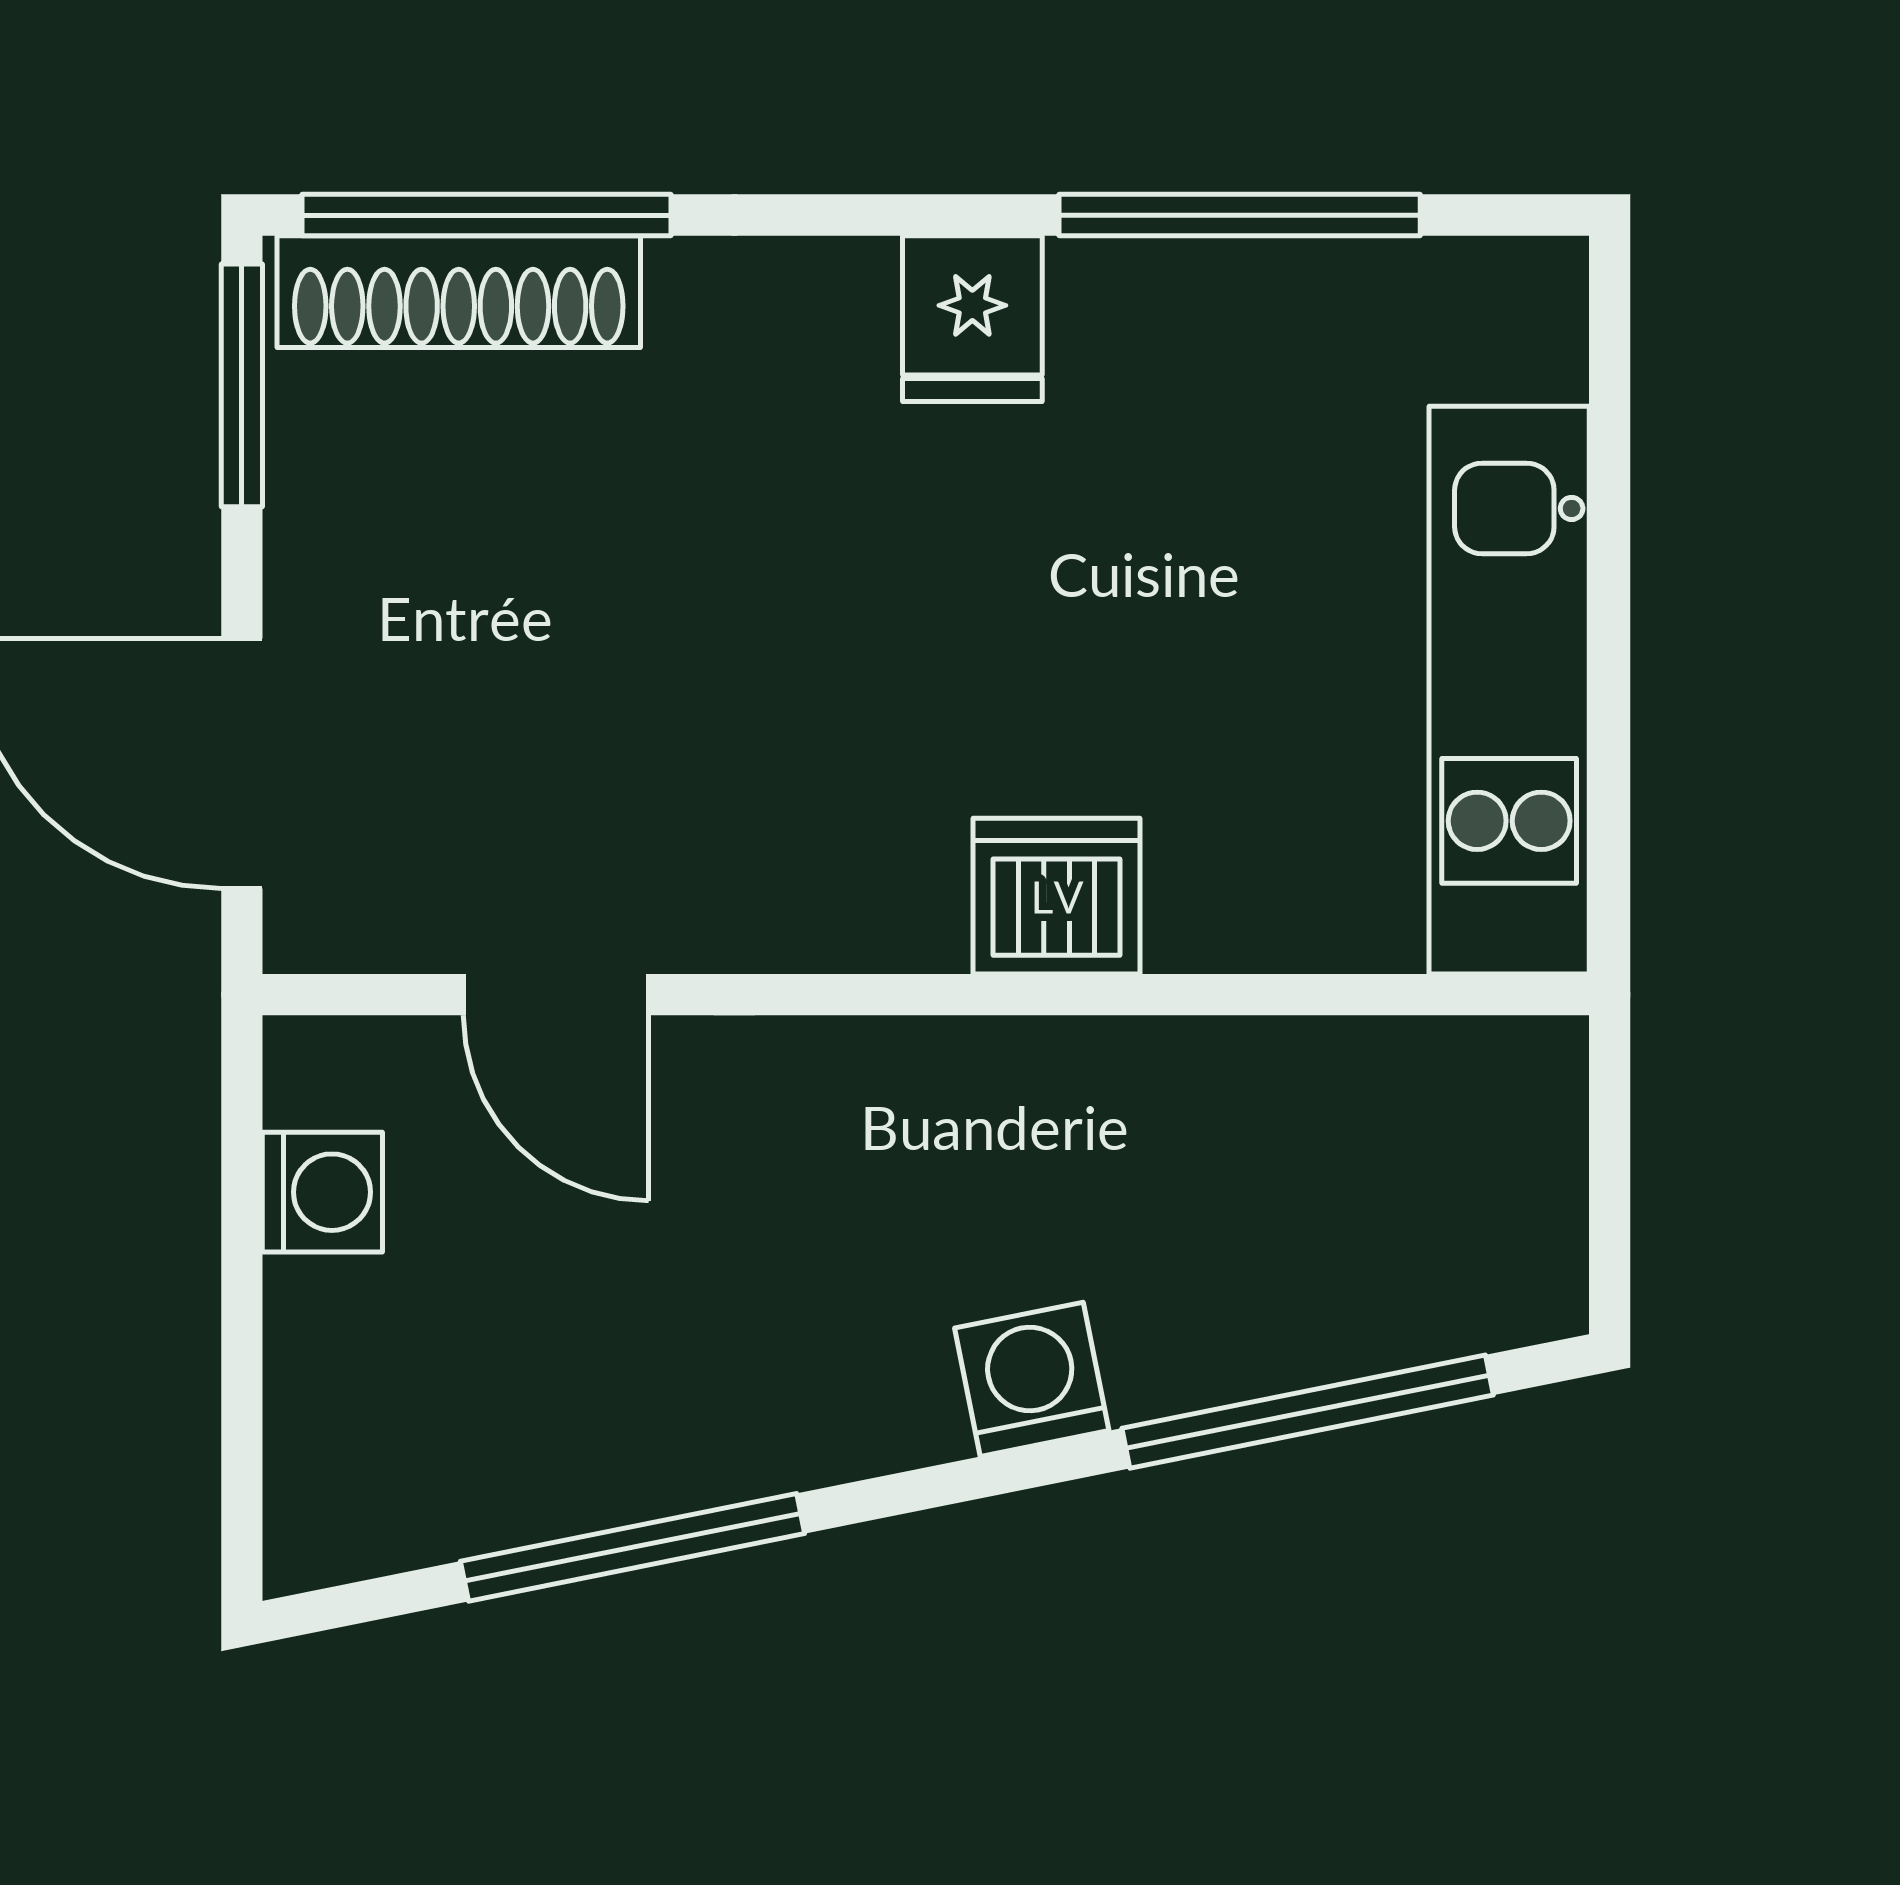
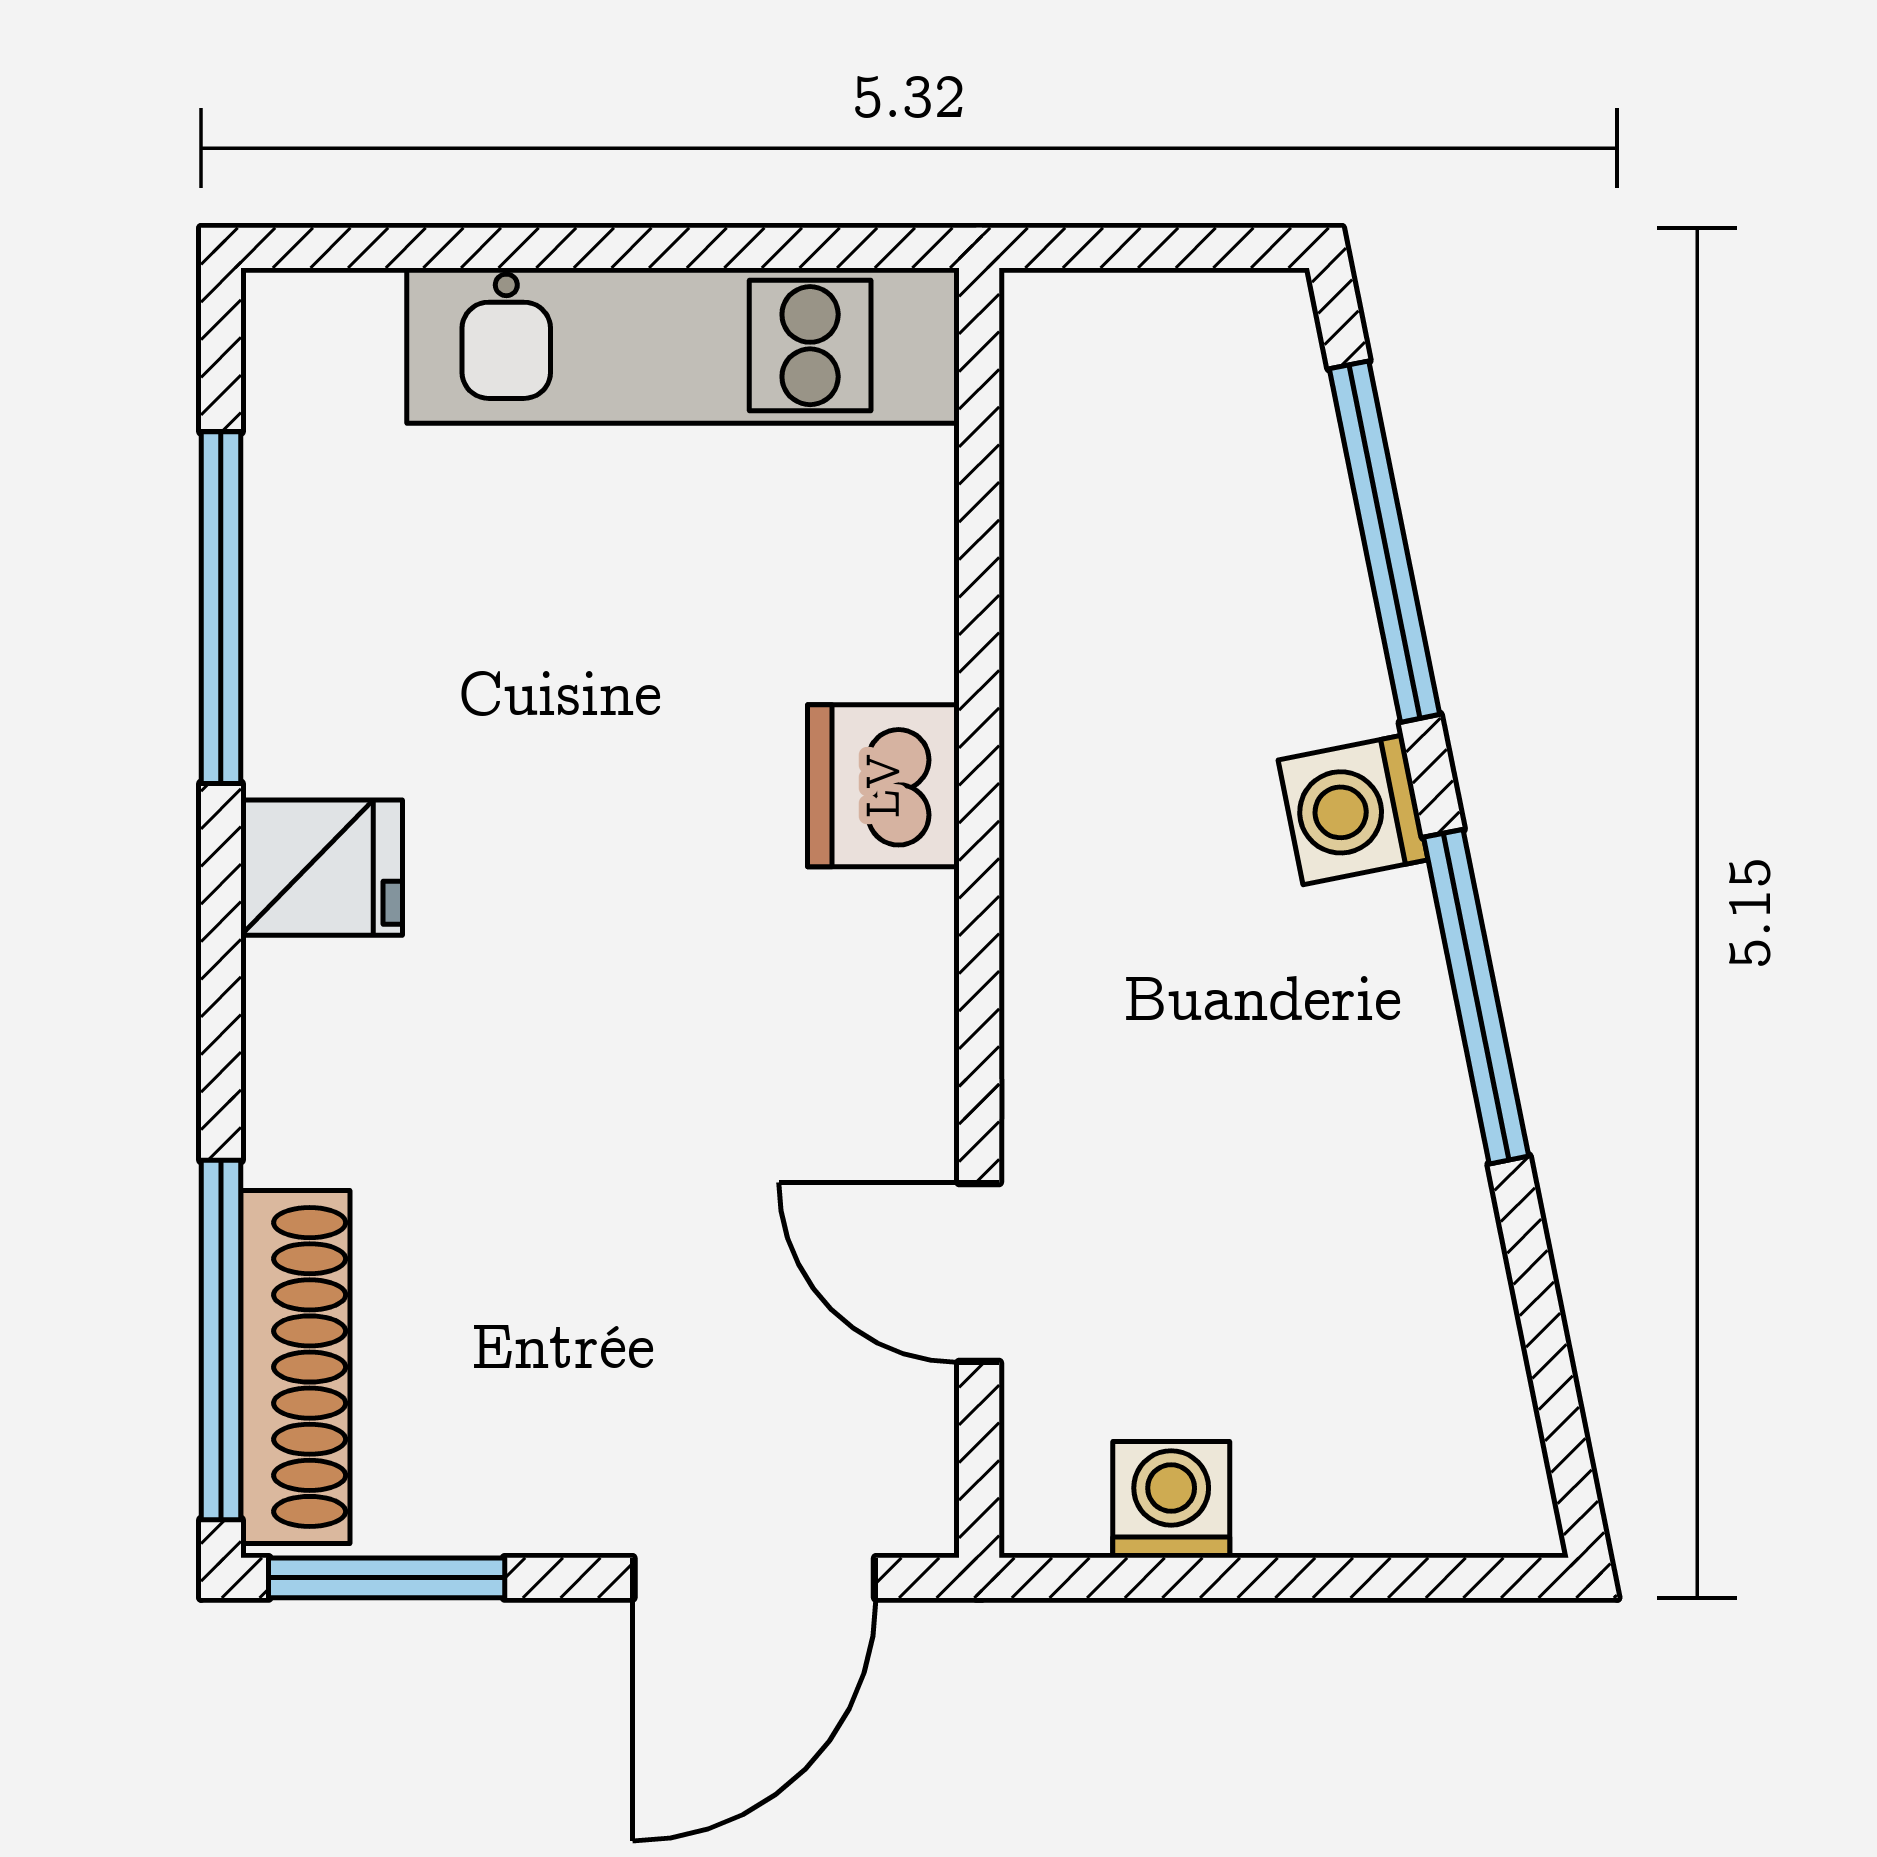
door: (556, 995) -> (979, 1273), swing flipped
window: (633, 1547) -> (1476, 997), moved

